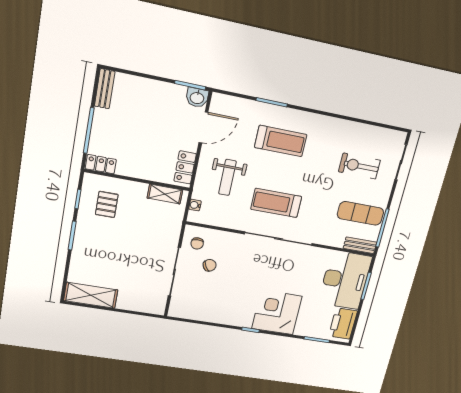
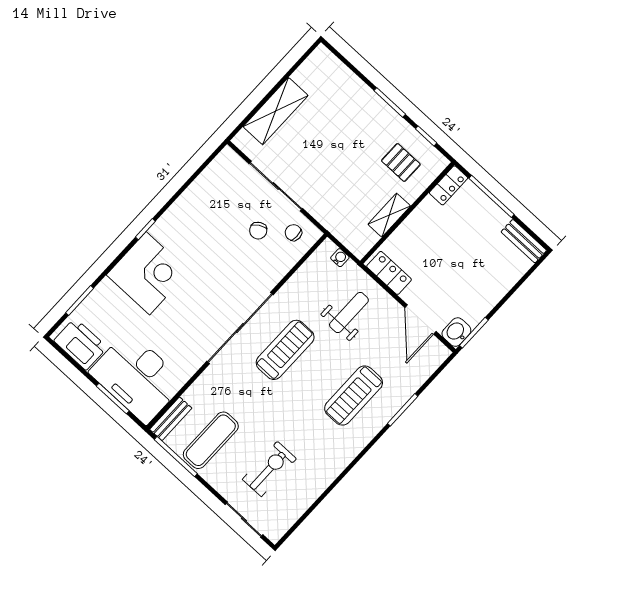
weight bench: (227, 177) -> (349, 312), turned 90
shelving: (165, 194) -> (389, 215), moved
shelving: (91, 295) -> (276, 111), moved

